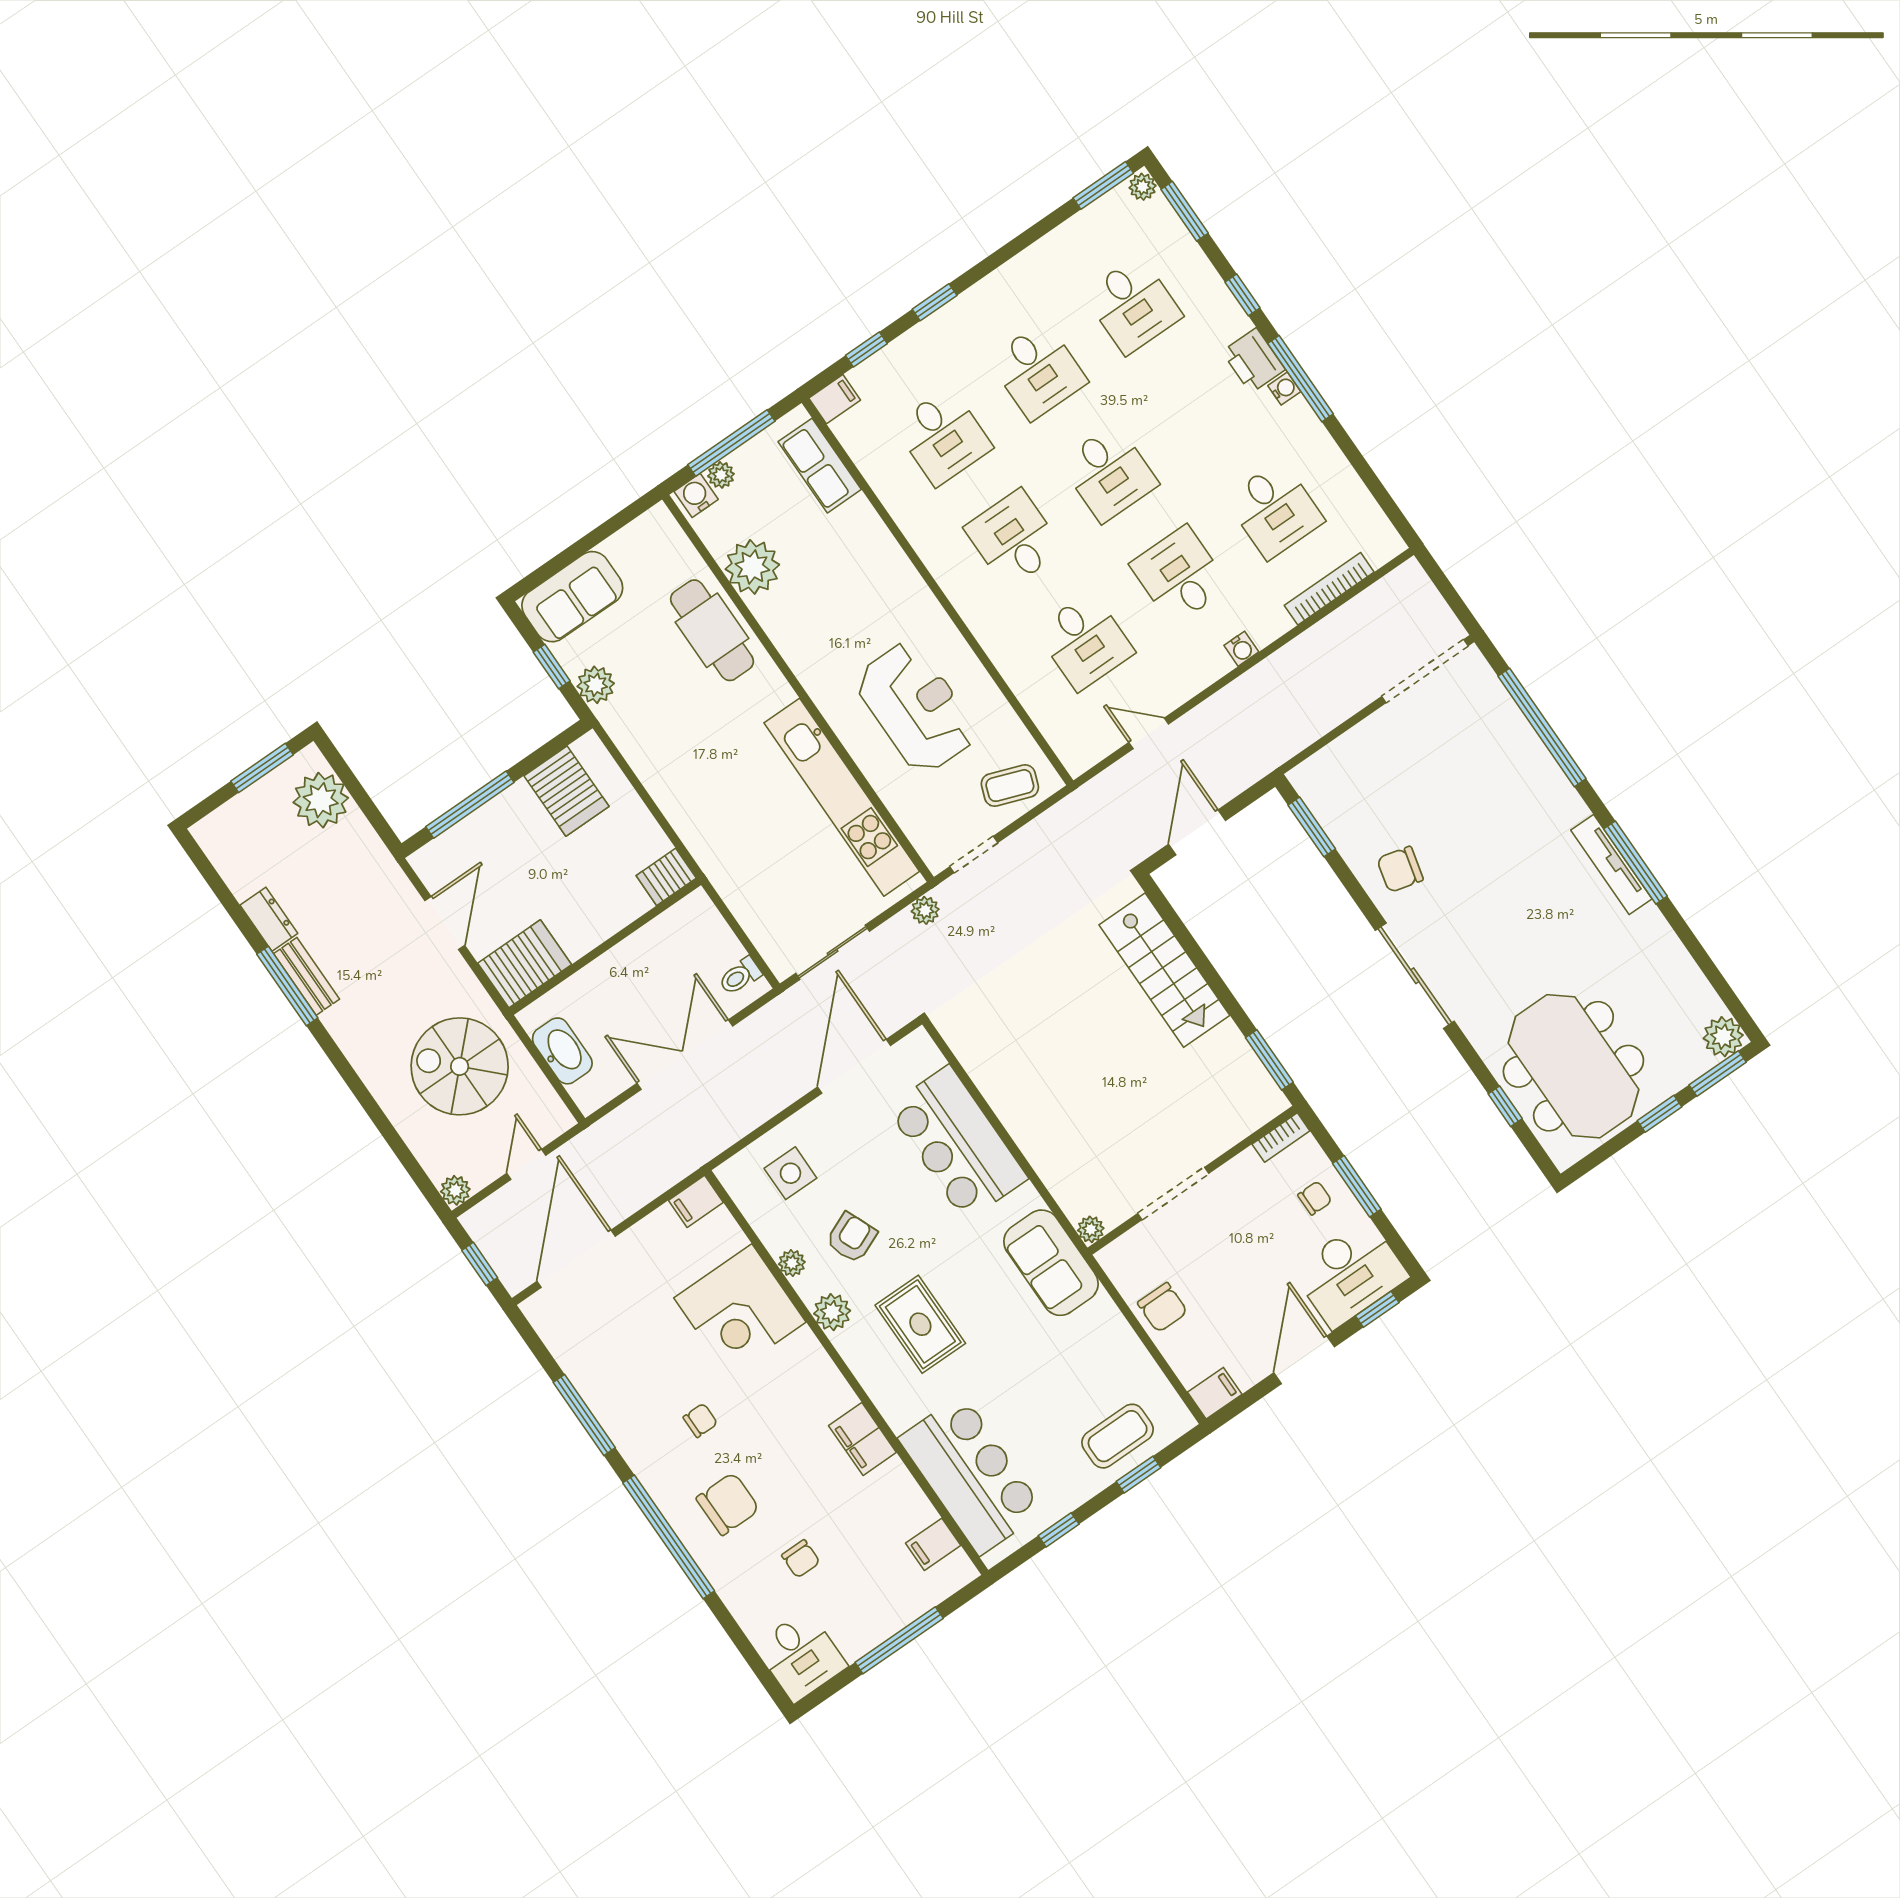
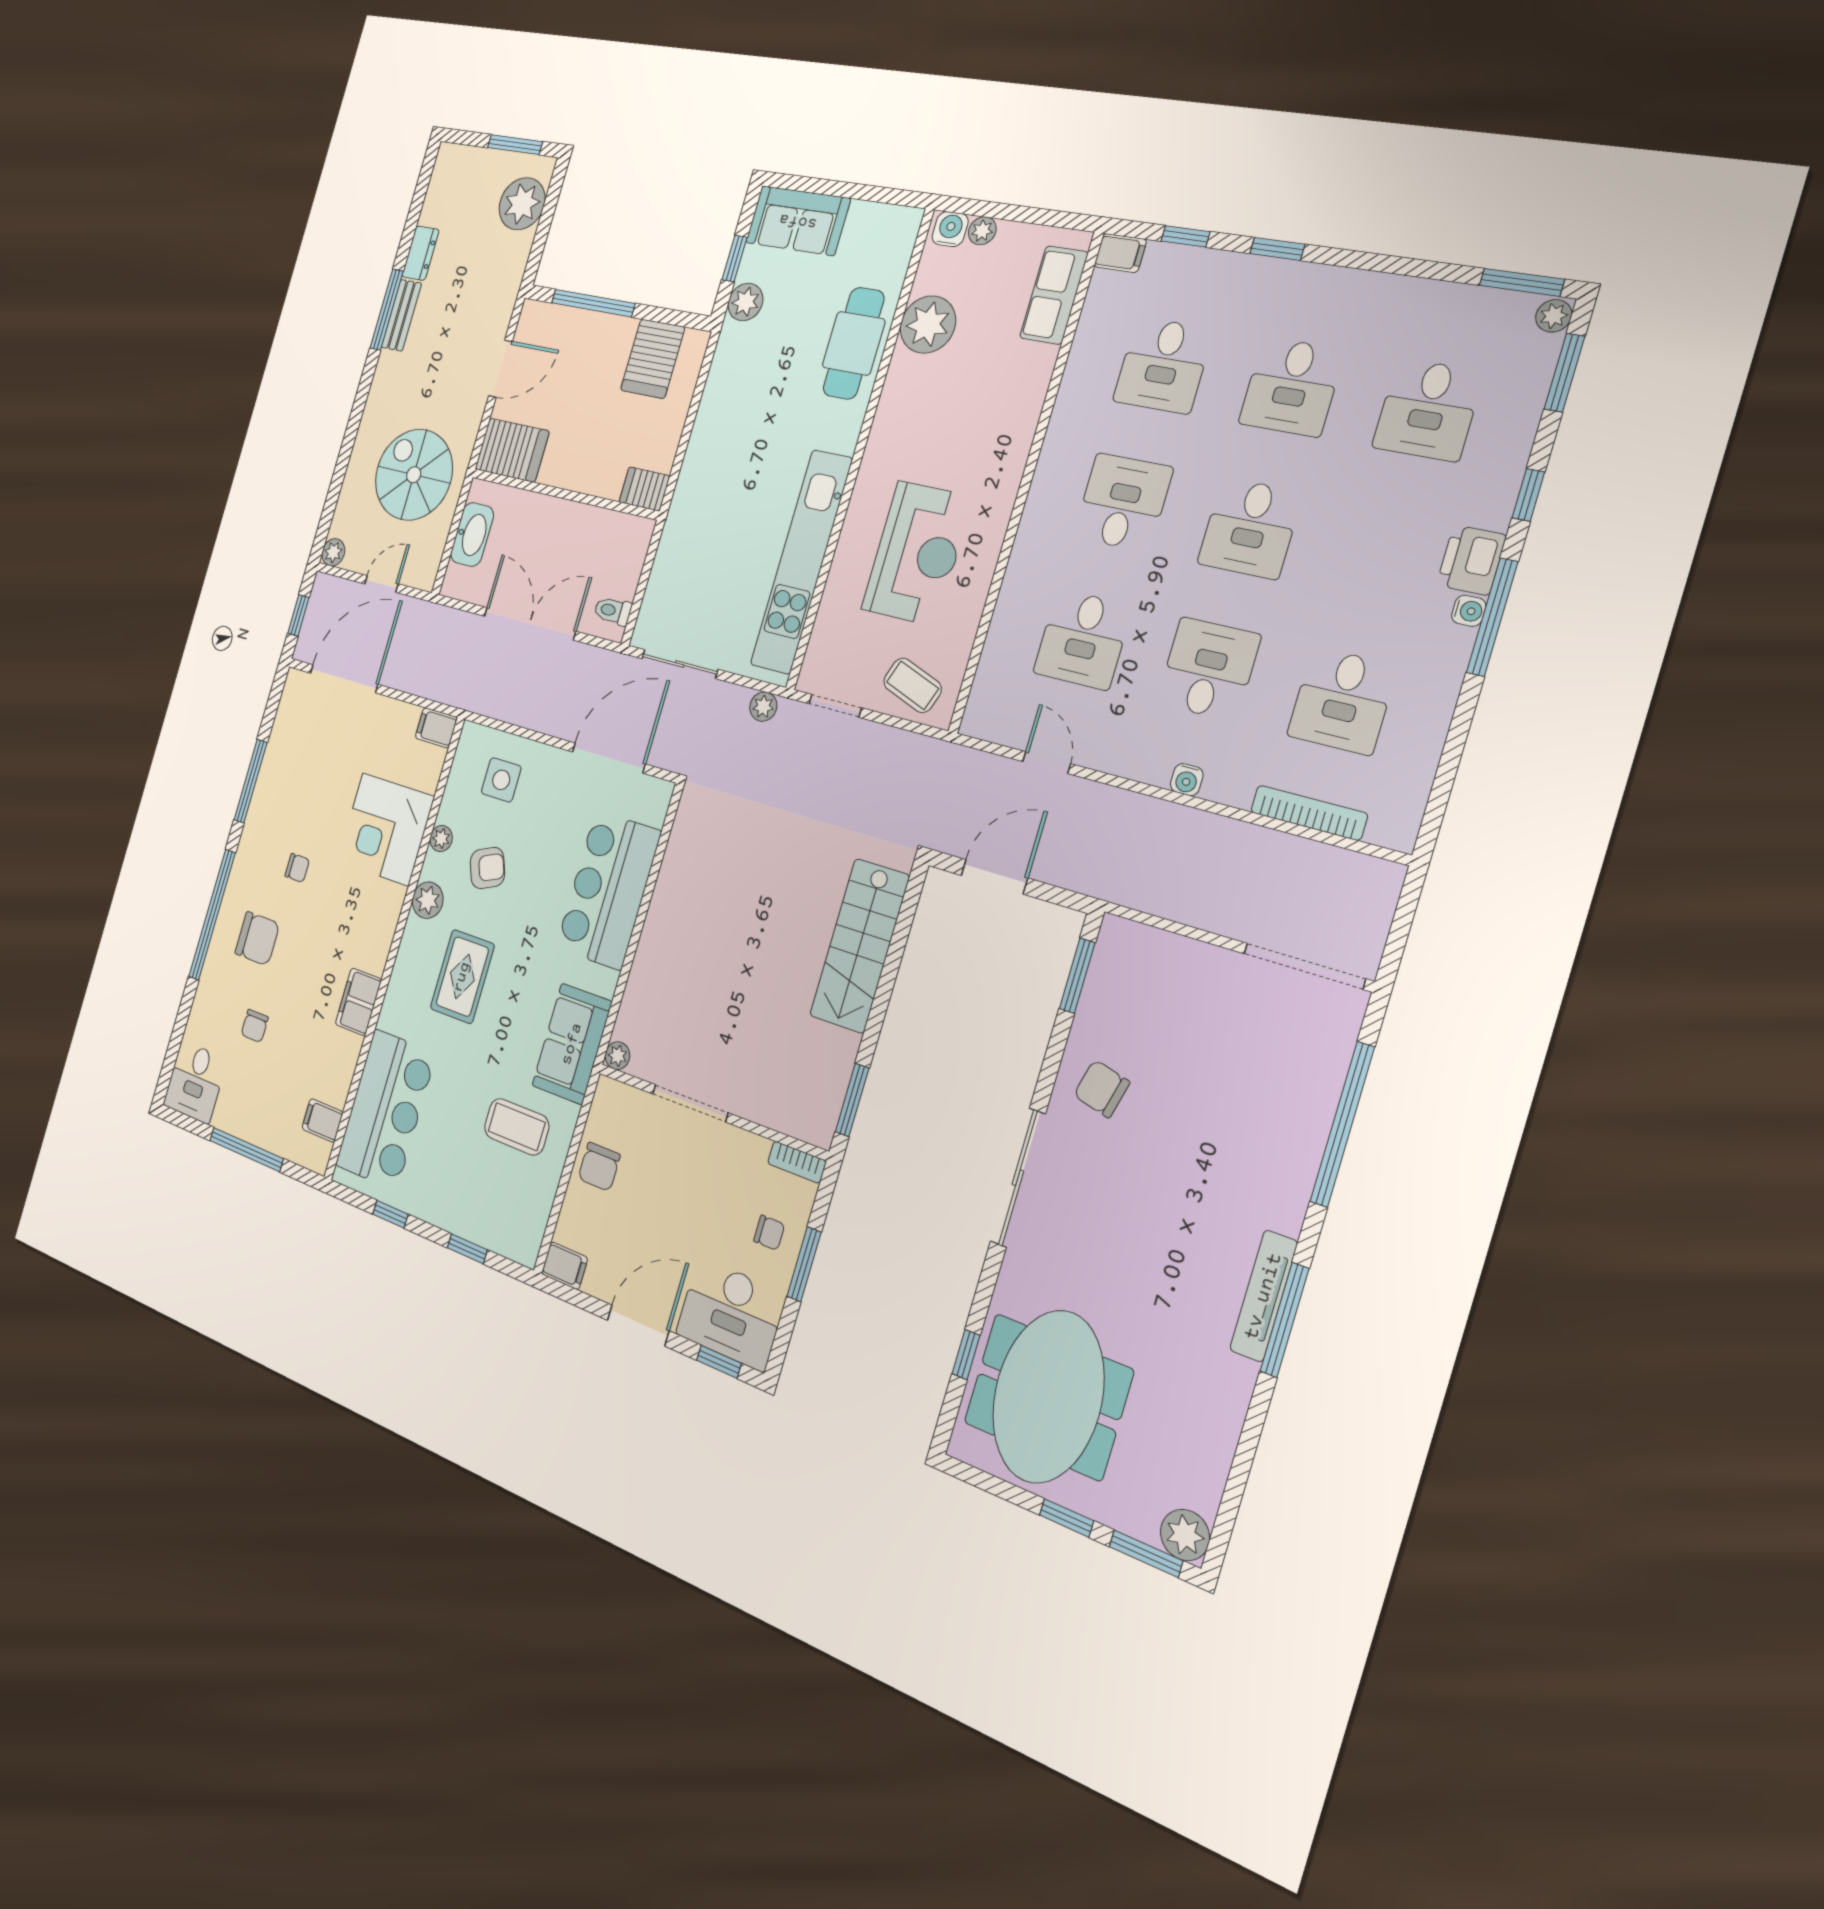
window: (731, 443) -> (1015, 213), removed
coffee table: (1118, 1436) -> (517, 1127), moved

